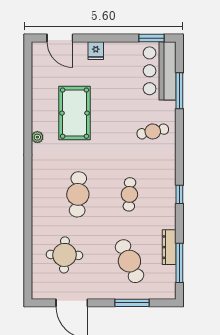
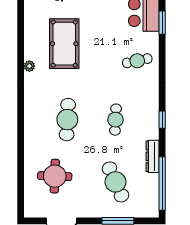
window: (179, 91) -> (162, 23), width x0.69
dresser: (169, 247) -> (153, 156), moved
window: (179, 263) -> (162, 184), width x1.46

